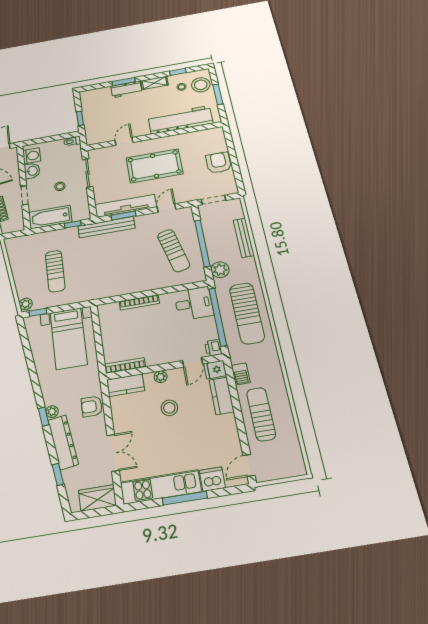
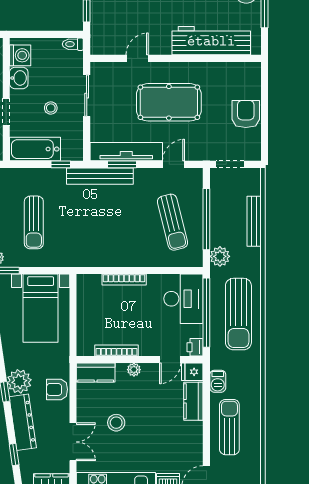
desk: (194, 303) -> (183, 299), width x1.37
bookcase: (125, 366) -> (116, 350), moved
stool: (169, 408) -> (116, 423), moved
plant: (52, 412) -> (19, 381), width x1.87, depth x1.87

